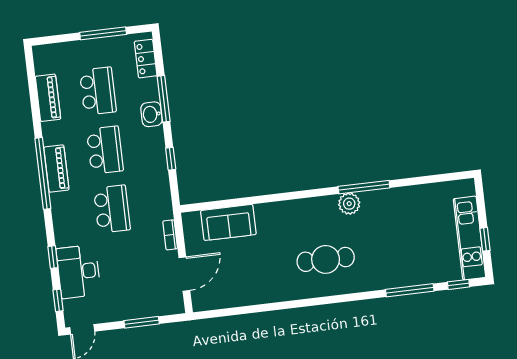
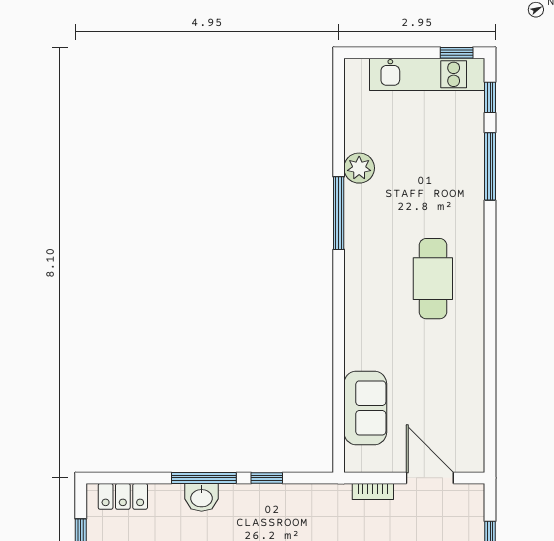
window: (164, 99) -> (204, 478), moved
plant: (349, 204) -> (359, 168), moved
window: (485, 239) -> (457, 53), moved

